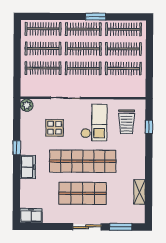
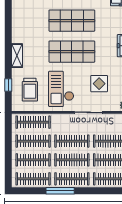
window: (96, 17) -> (60, 191), width x1.44
clothes rail: (123, 88) -> (33, 122), added
trolley: (127, 122) -> (30, 90), turned 180
shop shelf: (83, 161) -> (72, 52), width x0.71
shelving: (140, 192) -> (17, 56), moved

